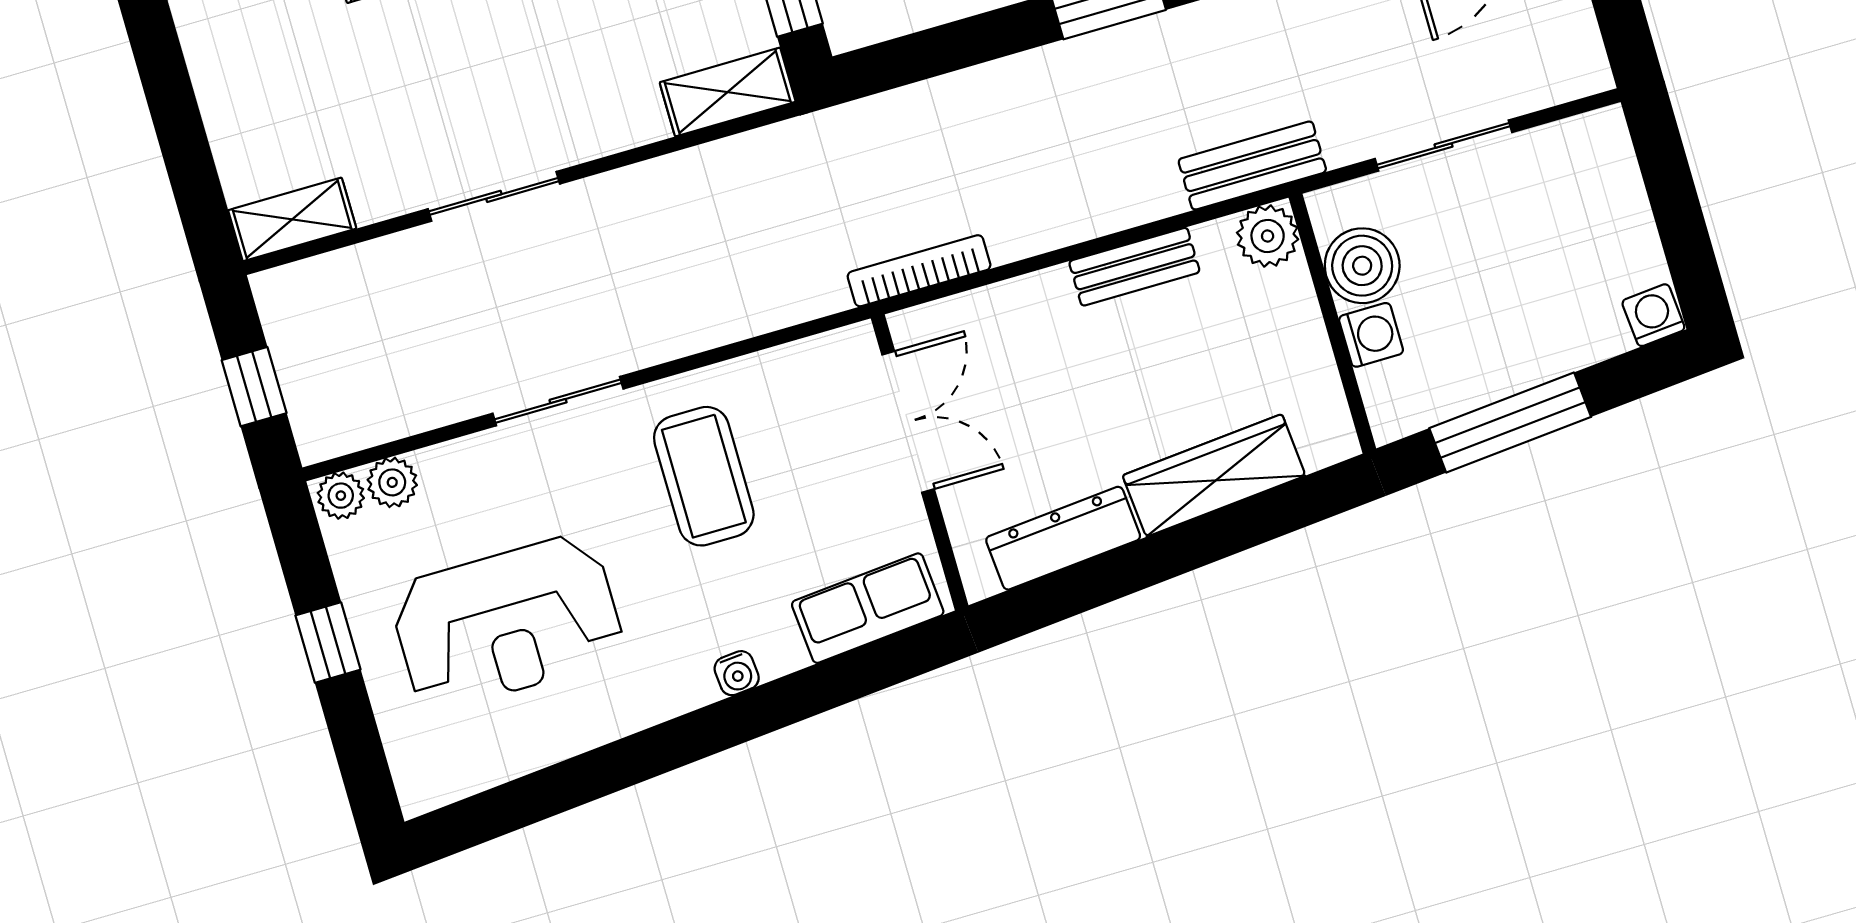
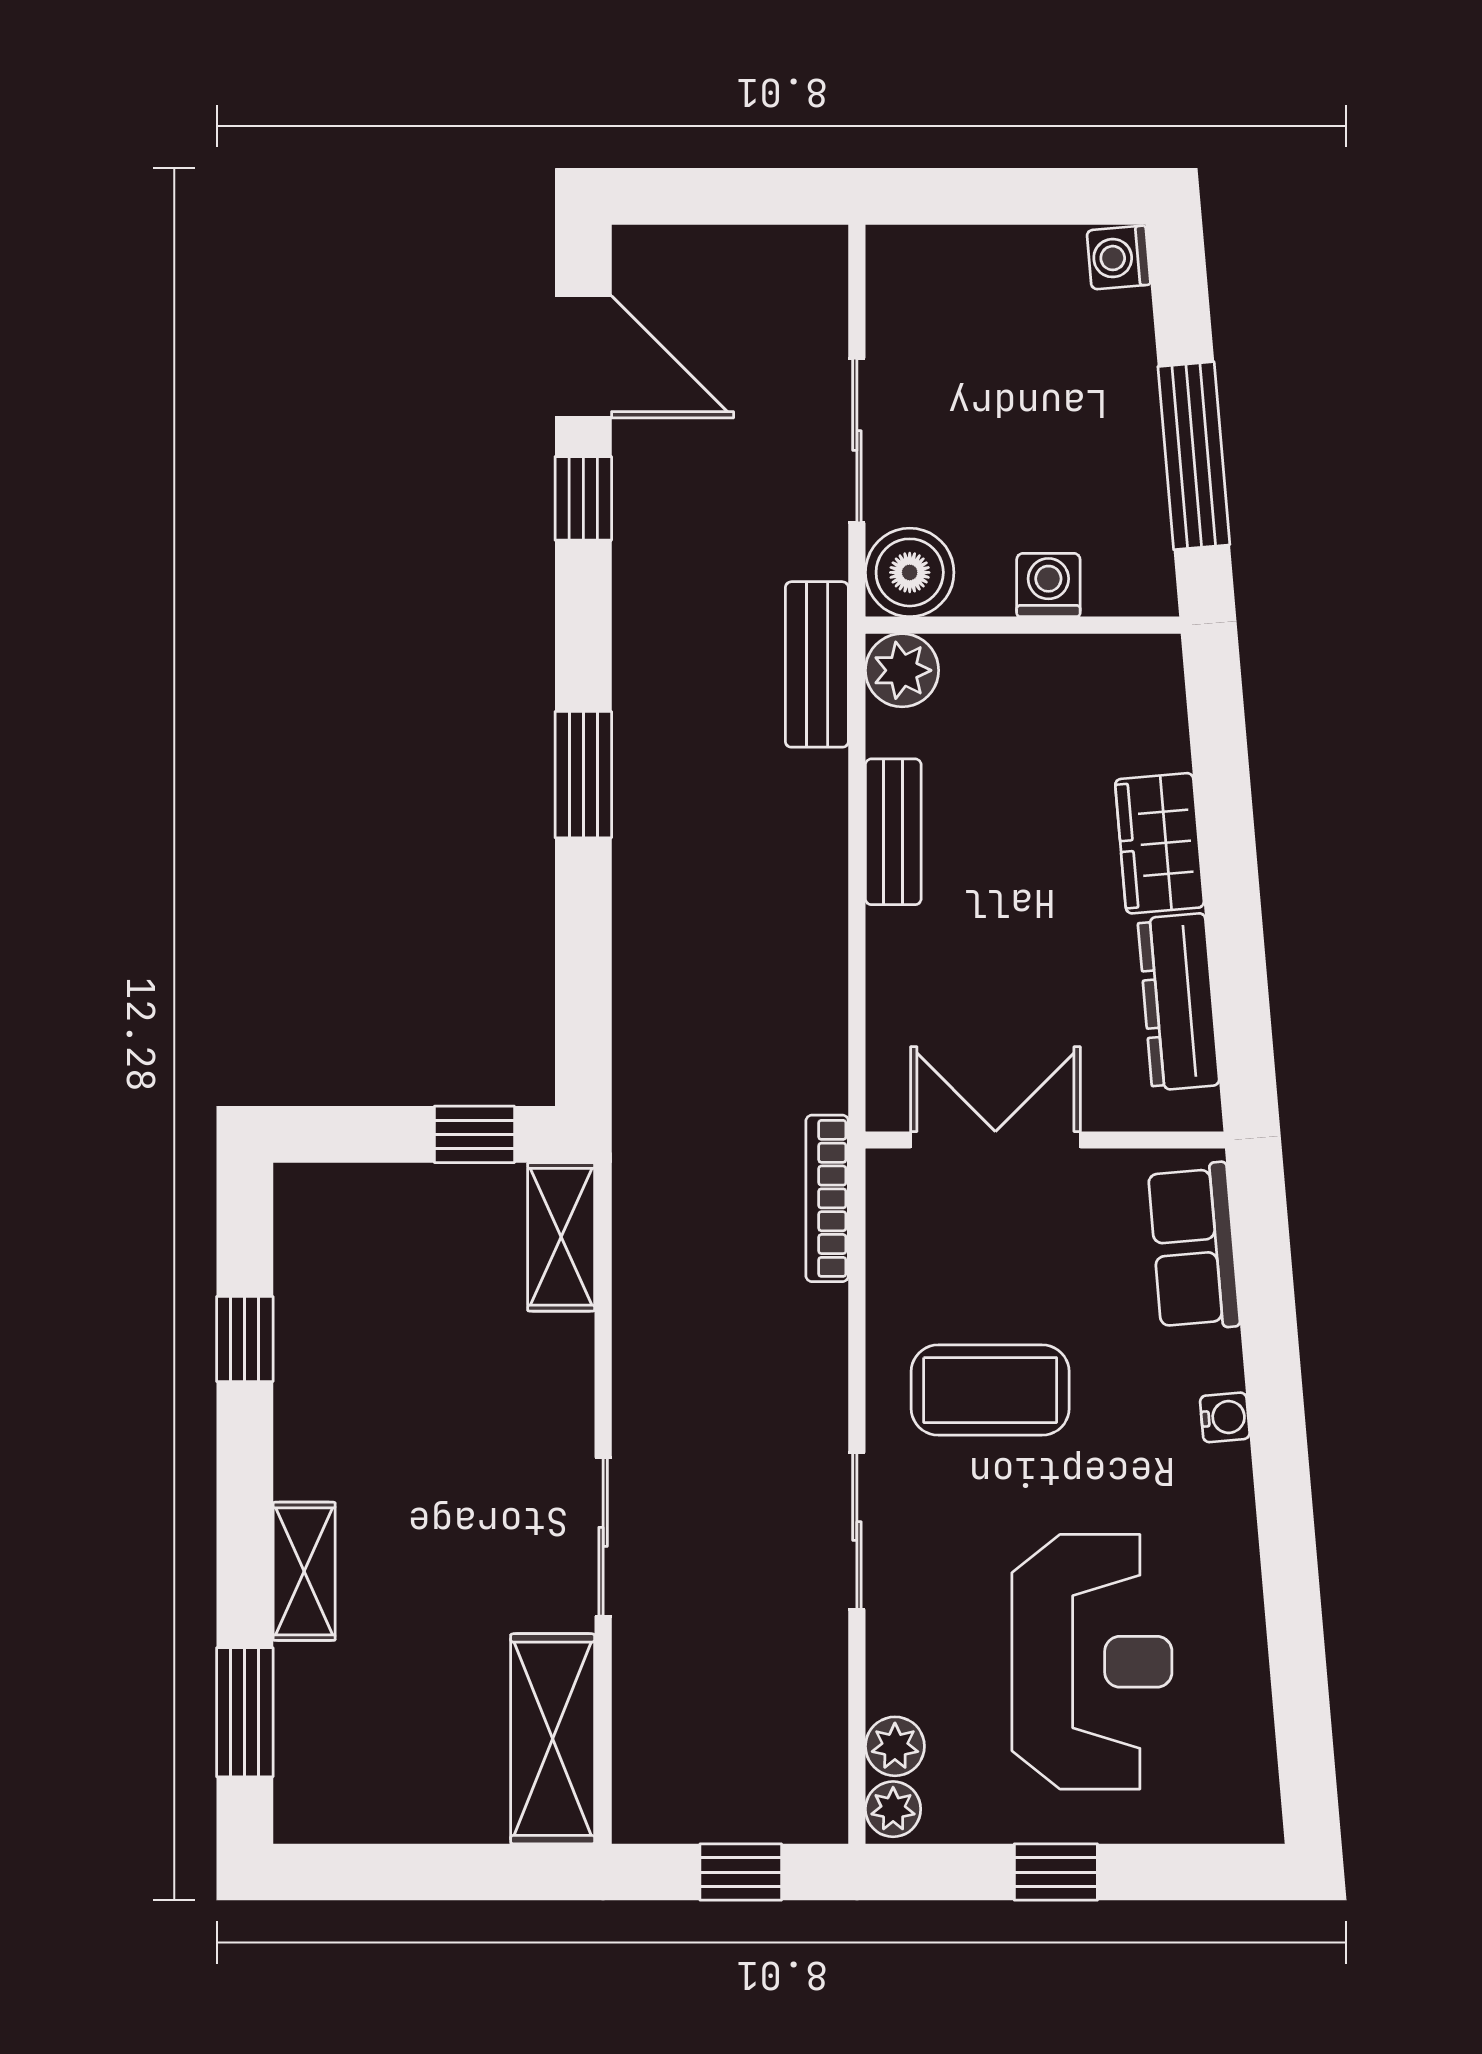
shelving: (292, 219) -> (553, 1739), width x1.50, depth x1.33
boiler: (1362, 266) -> (910, 572), moved
bookcase: (919, 271) -> (827, 1198), moved
wardrobe: (1214, 475) -> (1160, 843), width x0.67

